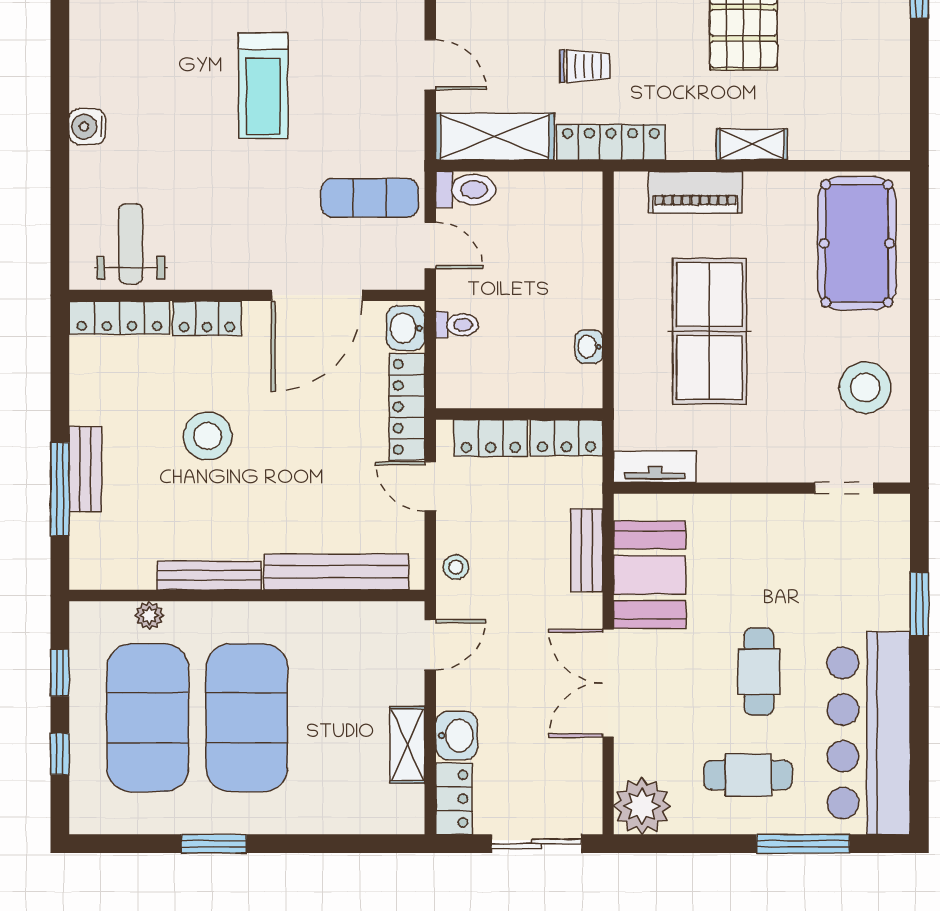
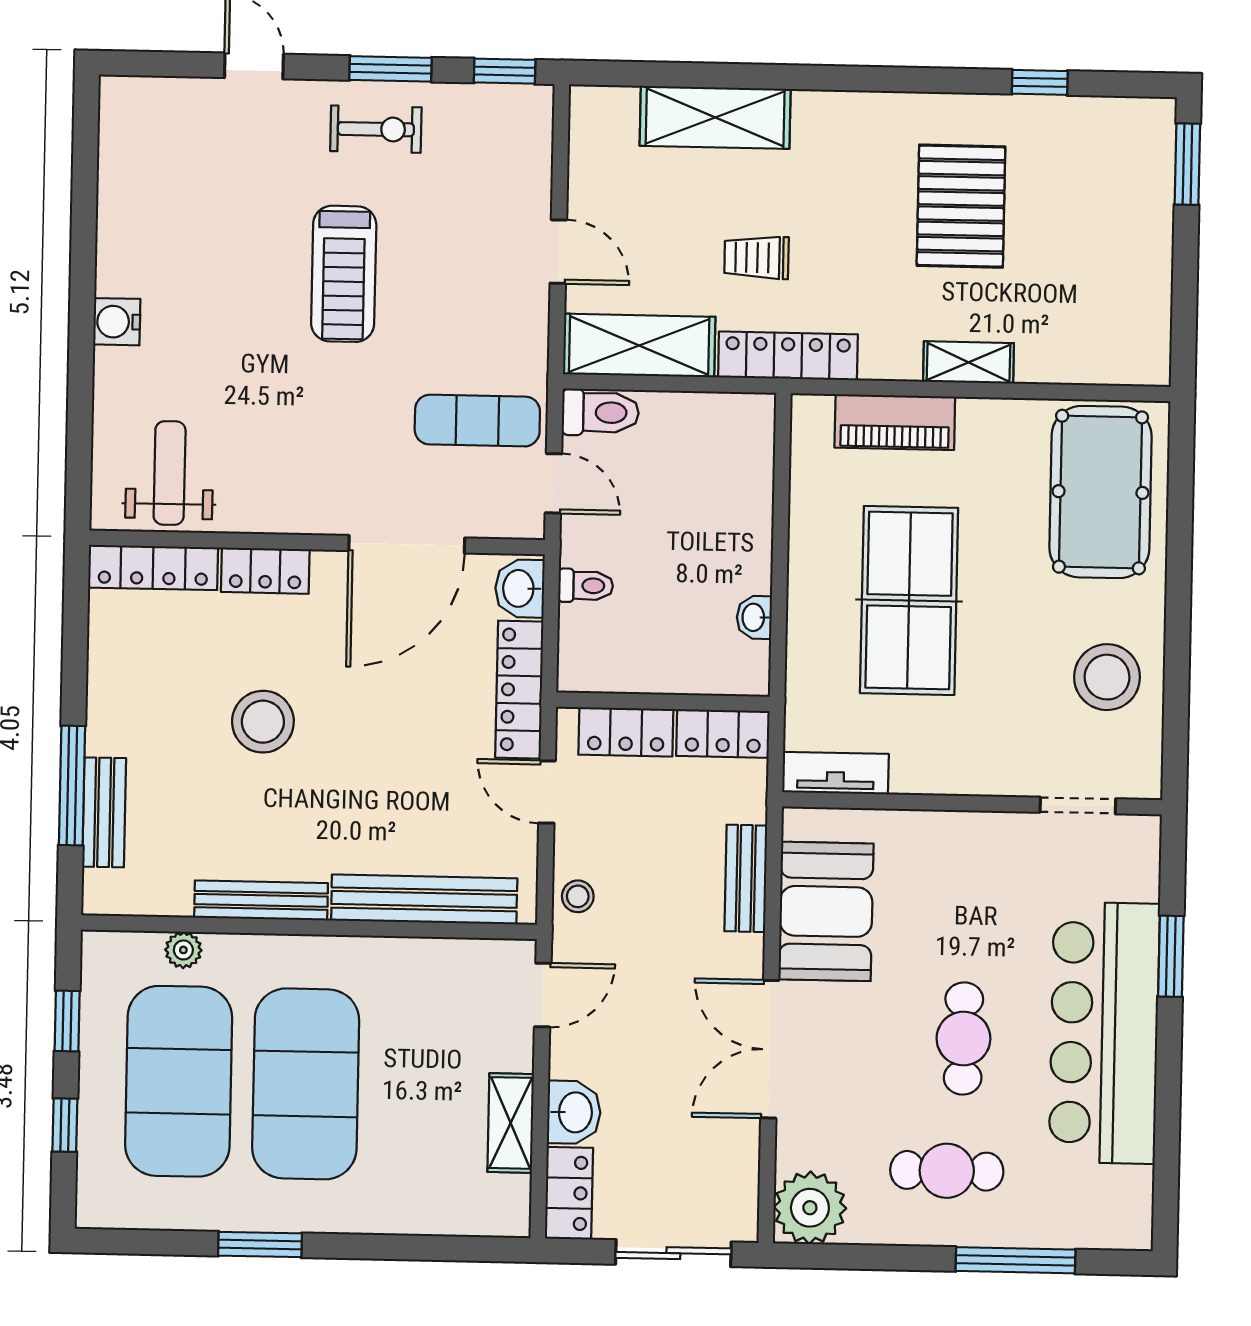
trolley: (585, 66) -> (756, 258), turned 180
bench: (85, 469) -> (104, 812), moved
bar counter: (869, 733) -> (1104, 1033), moved

